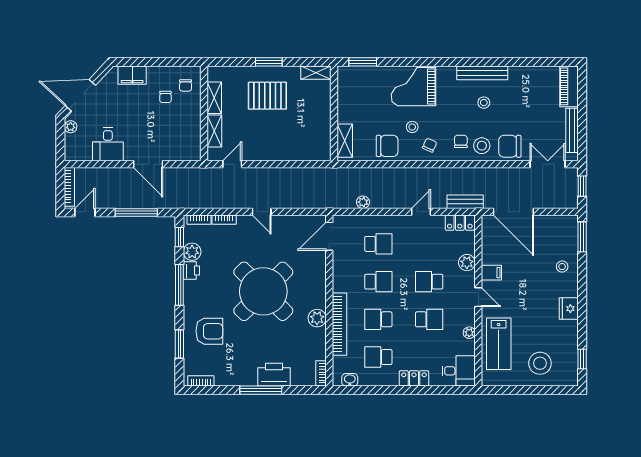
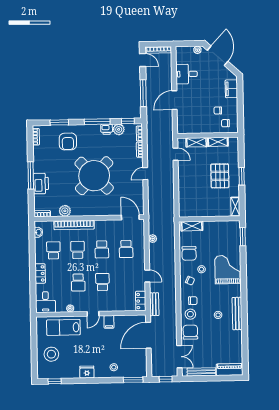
plant: (467, 263) -> (115, 306), removed
plant: (317, 318) -> (65, 211), moved

